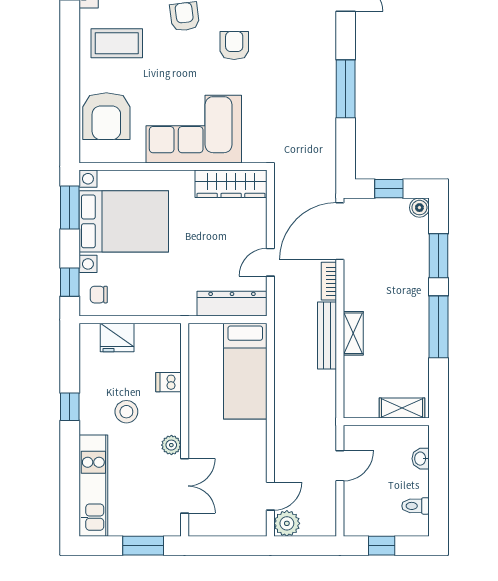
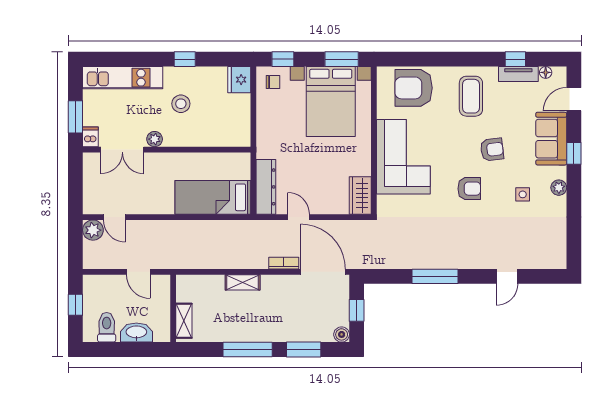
wardrobe: (231, 184) -> (360, 196), width x0.67
chair: (99, 295) -> (273, 82), turned 90
bench: (327, 336) -> (241, 262), removed
fridge: (117, 337) -> (239, 80), moved
dishwasher: (168, 382) -> (90, 137), moved
washbasin: (421, 459) -> (136, 332), width x1.91, depth x1.45
toilet: (416, 506) -> (107, 327), width x1.37, depth x1.39

